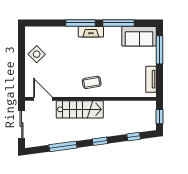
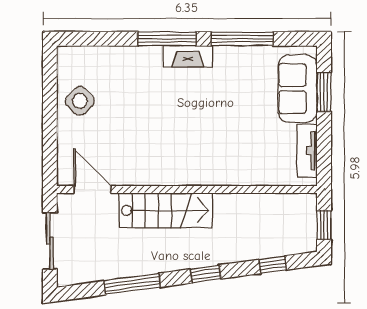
sofa: (139, 36) -> (298, 89), moved, turned 90
window: (159, 50) -> (324, 92), width x0.69
coffee table: (92, 82) -> (189, 157), removed

